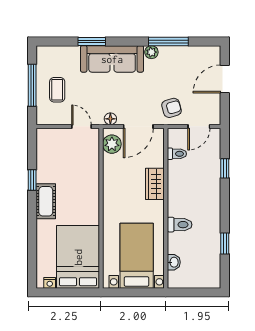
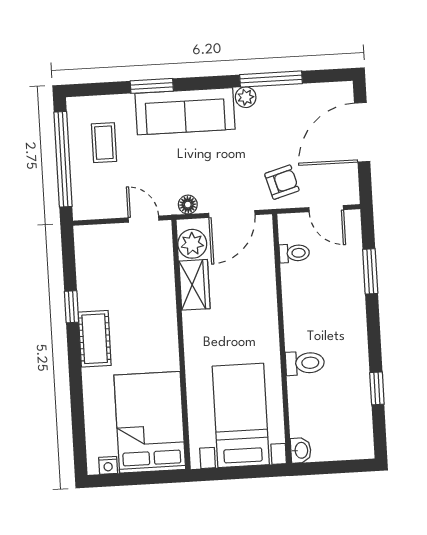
door: (225, 79) -> (362, 132), width x1.36
window: (32, 85) -> (63, 159), width x1.46
coffee table: (57, 90) -> (104, 143), moved
door: (199, 126) -> (326, 209), hinge flipped
window: (225, 168) -> (370, 271), width x1.50
wardrobe: (155, 184) -> (194, 285), moved, turned 180
washbasin: (174, 262) -> (301, 450), moved

